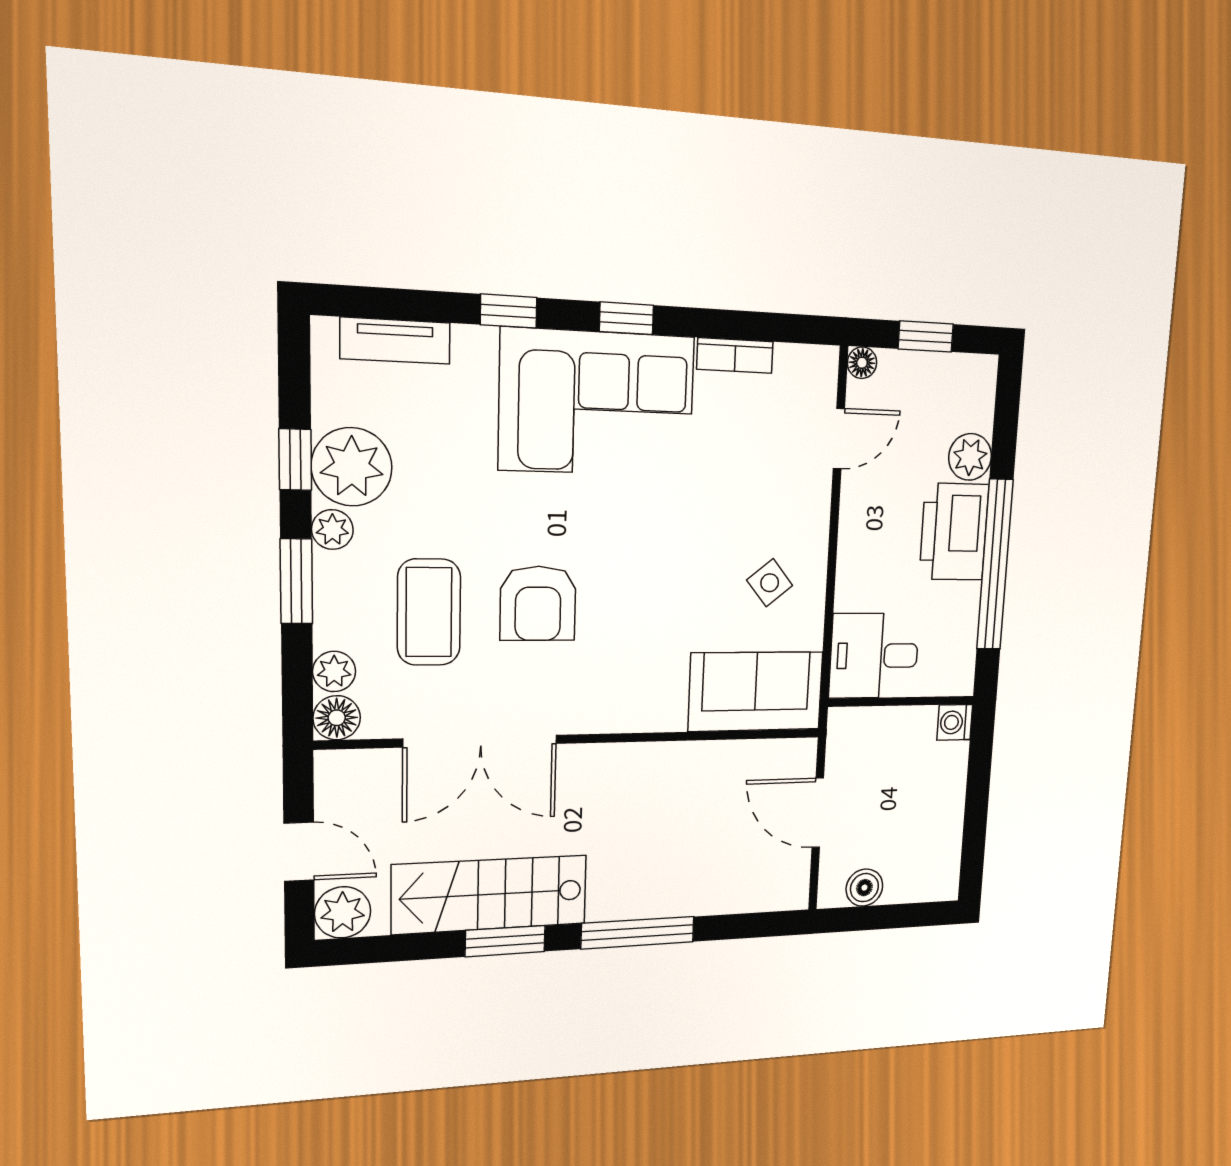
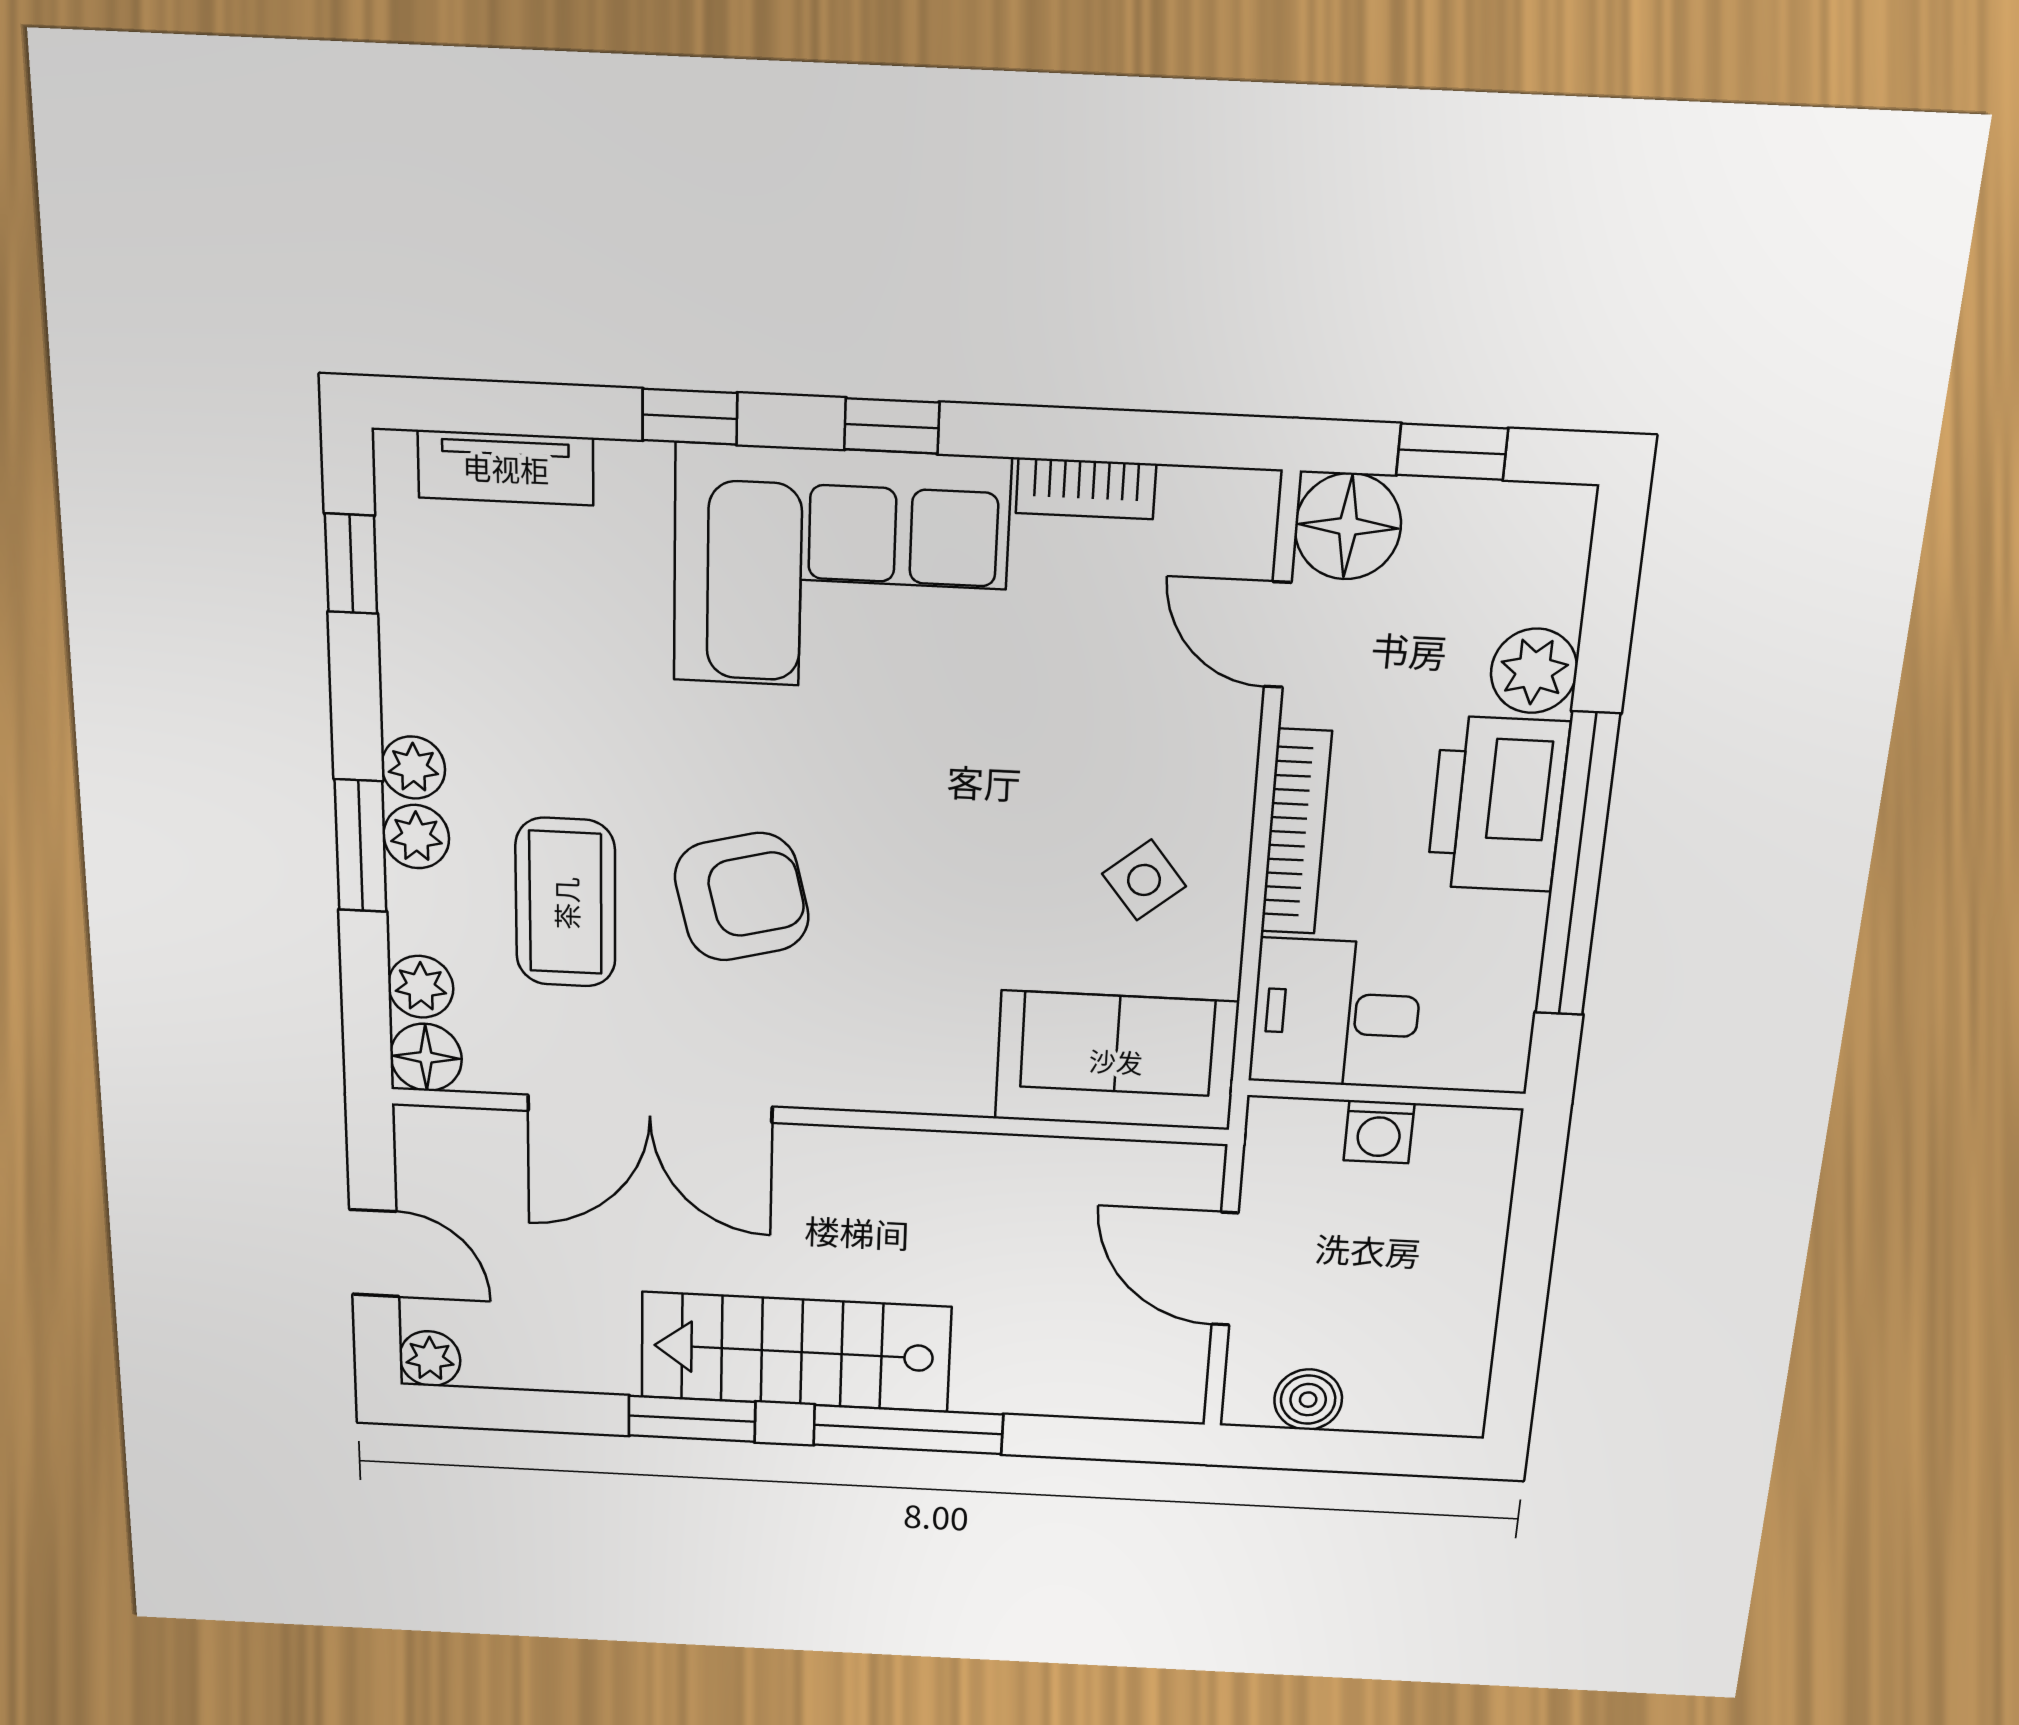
floor lamp: (862, 363) -> (1348, 526), width x1.89, depth x1.89
door: (839, 439) -> (1278, 635), swing flipped
window: (295, 460) -> (351, 564), moved
plant: (352, 467) -> (416, 837), moved, width x0.53, depth x0.53
bookcase: (851, 551) -> (1296, 832), added
armchair: (538, 603) -> (742, 897), turned -104
washing machine: (955, 722) -> (1379, 1132), moved, turned -90
stairs: (490, 894) -> (796, 1352), moved
plant: (343, 912) -> (430, 1359), width x0.73, depth x0.73

